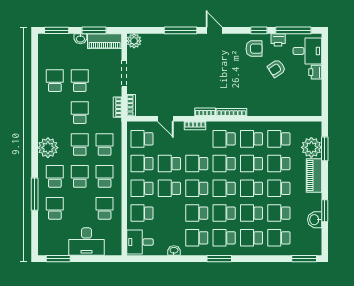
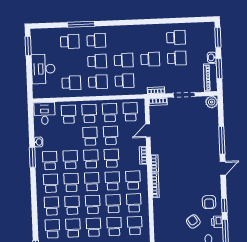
plant: (48, 148) -> (120, 34), removed
window: (219, 259) -> (32, 157), moved

